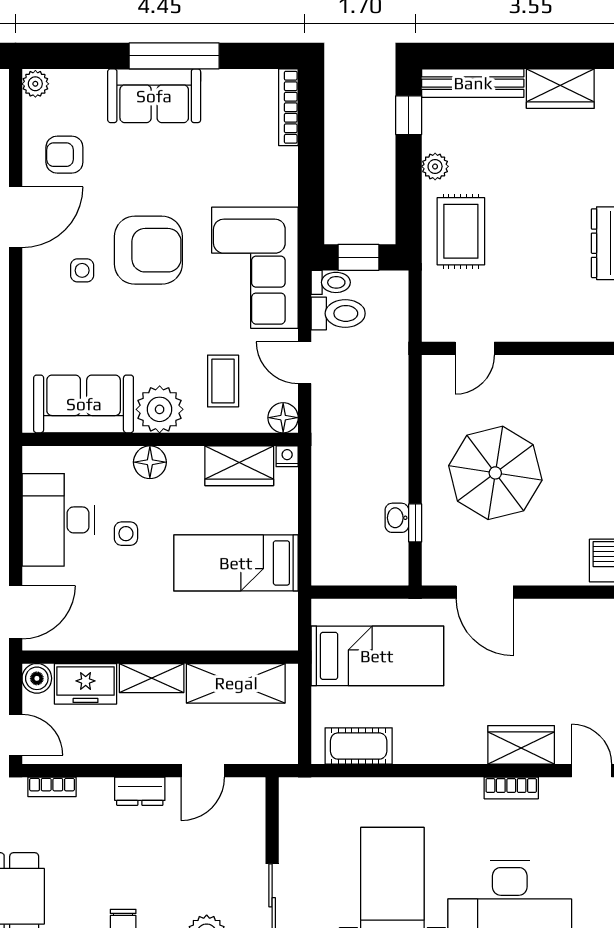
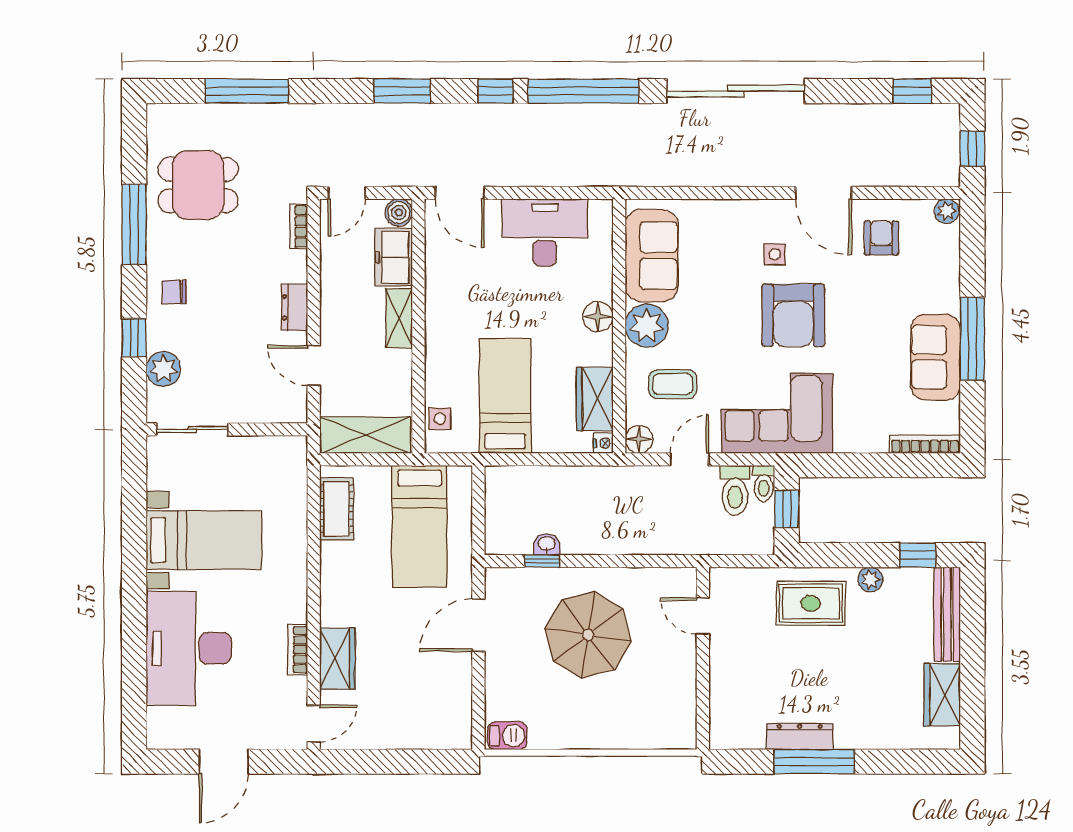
sofa: (154, 96) -> (936, 357), moved
side table: (126, 534) -> (440, 419), moved
shelving: (236, 683) -> (365, 435), moved, turned 90

